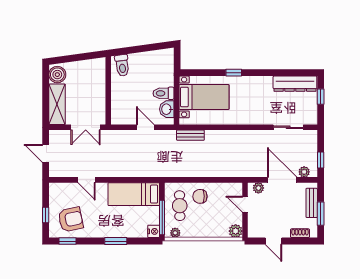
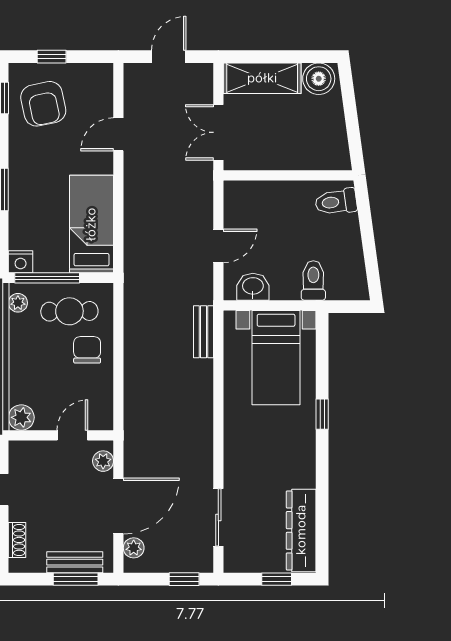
toilet: (163, 93) -> (313, 280), moved
window: (321, 160) -> (184, 579), moved
window: (321, 214) -> (76, 579), moved

